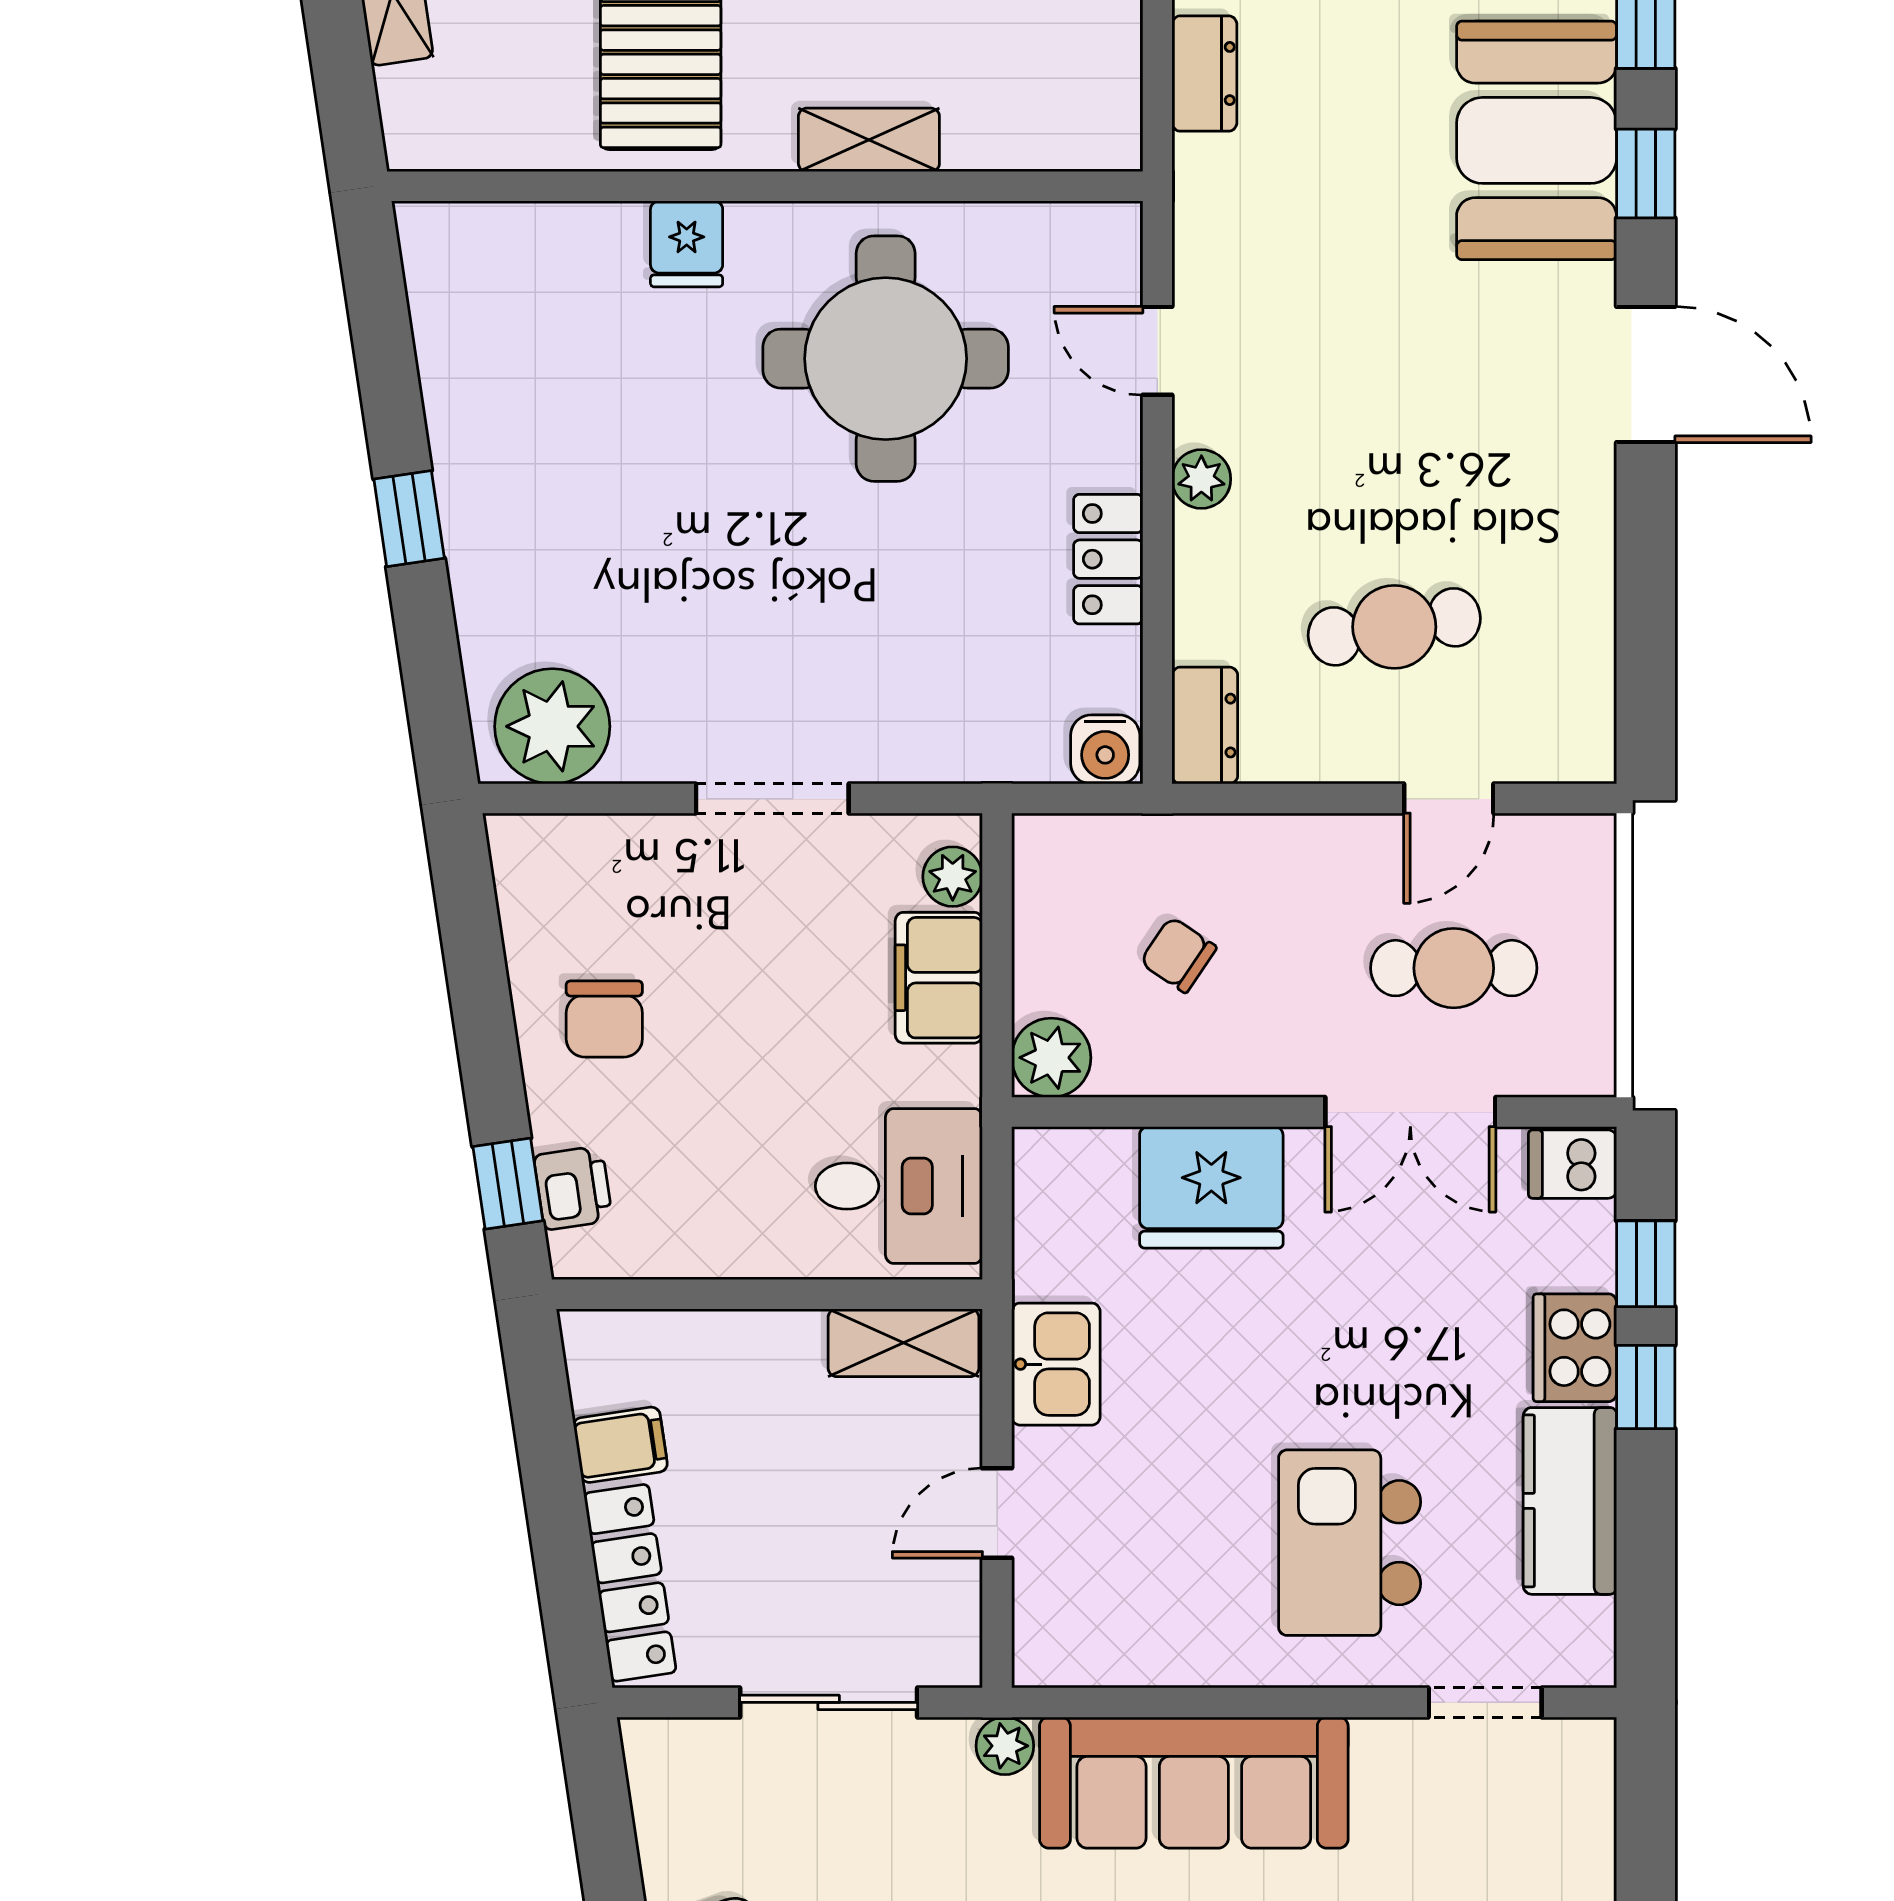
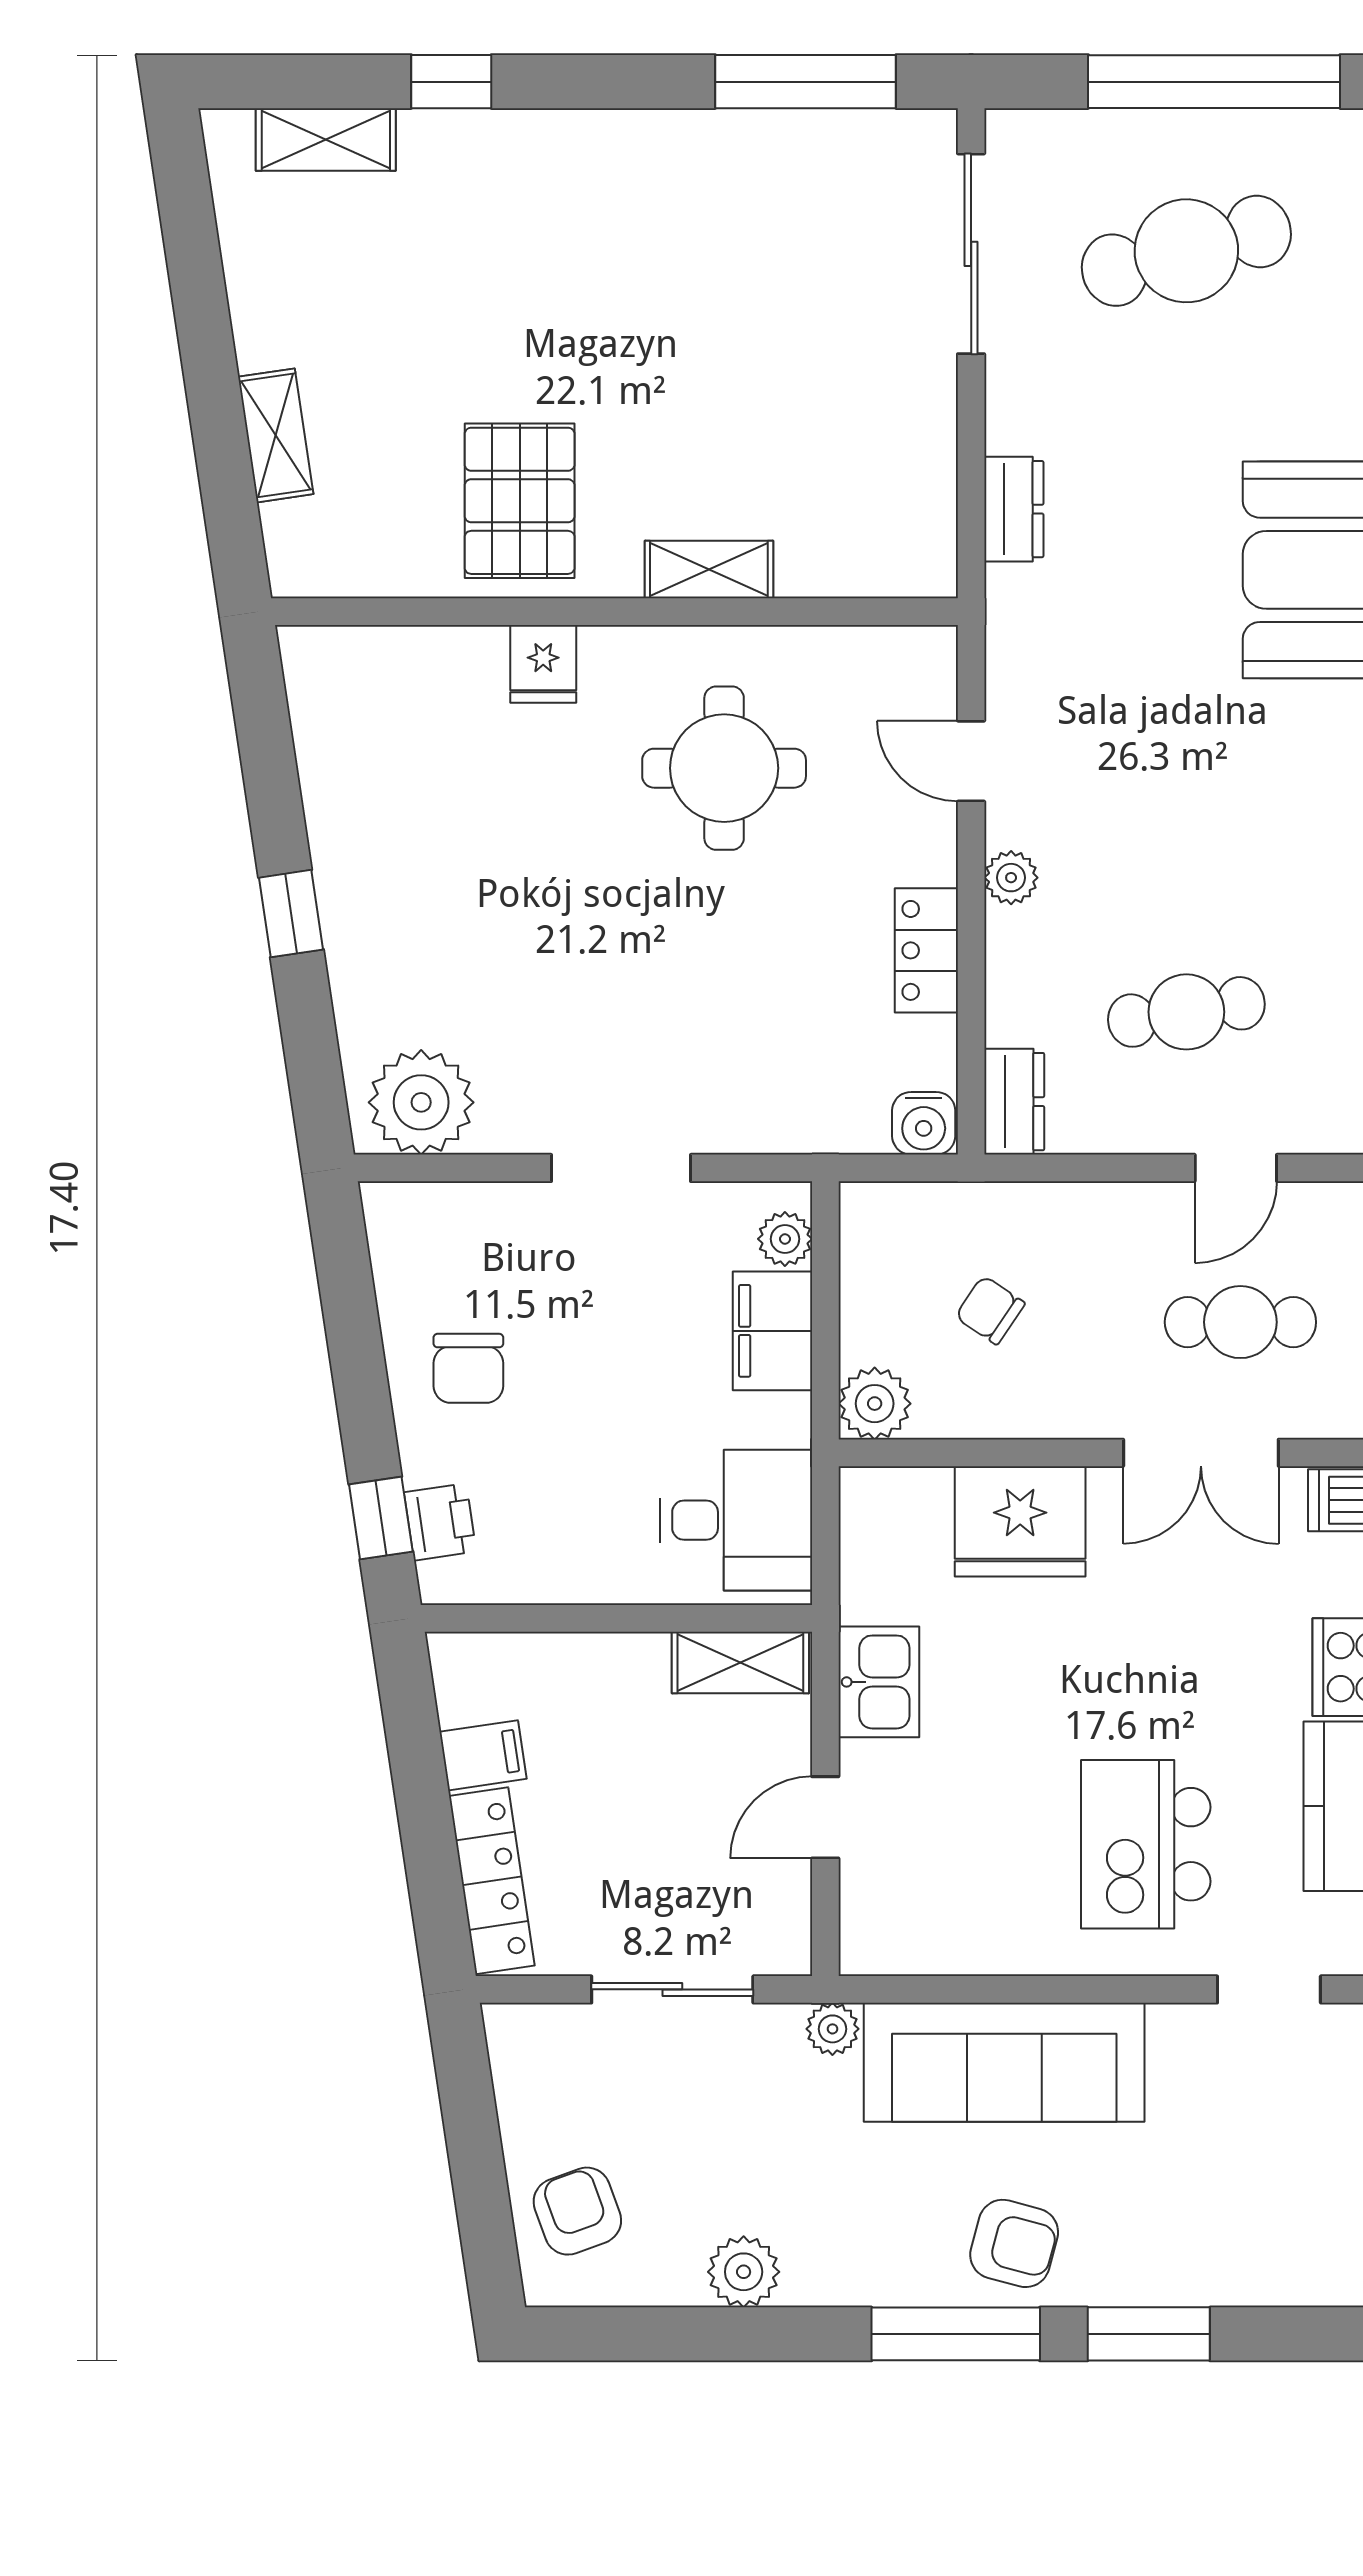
round table: (886, 359) -> (724, 768), width x0.73, depth x0.73

